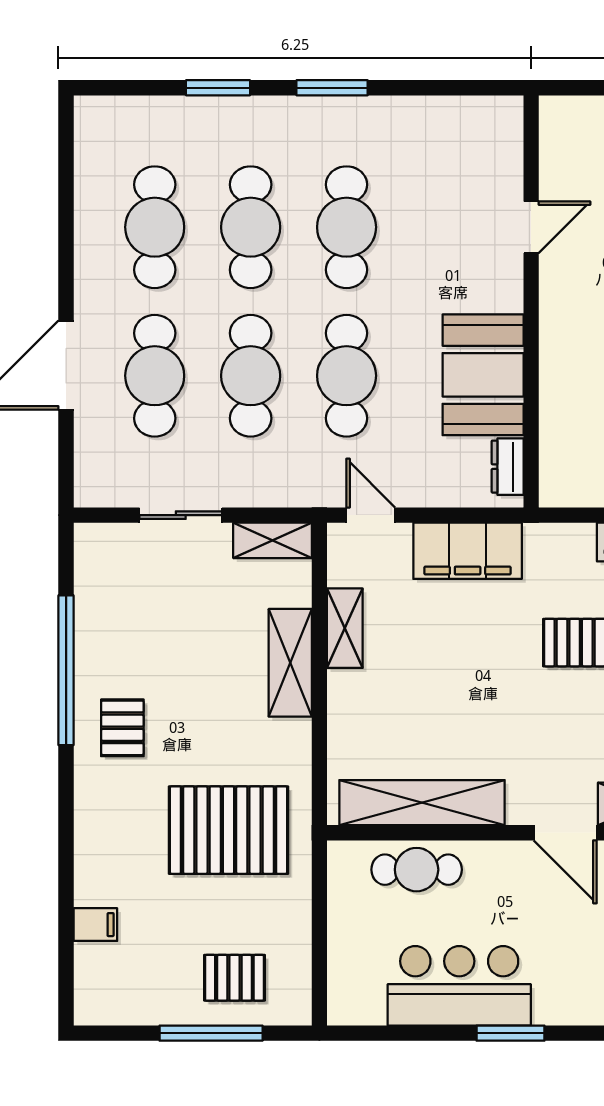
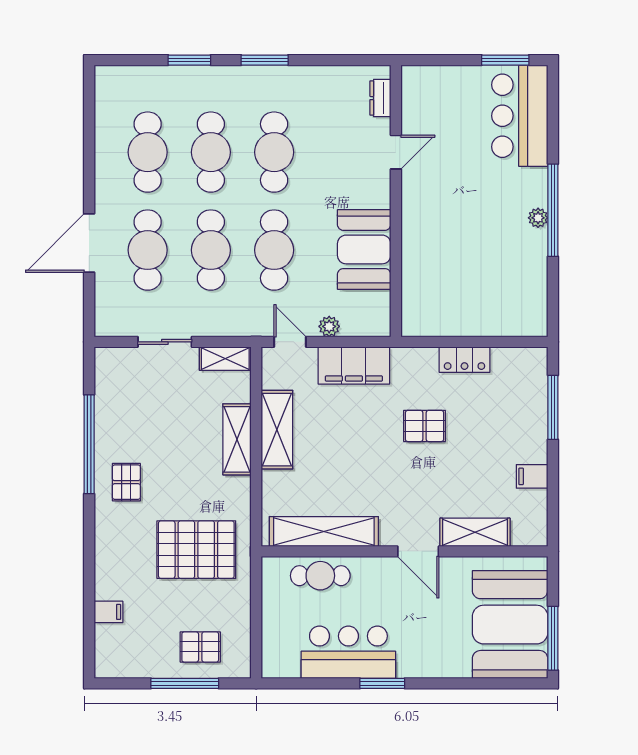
dresser: (508, 467) -> (380, 98), moved
plant: (430, 492) -> (329, 326), added
shelving: (345, 628) -> (277, 430), width x1.50, depth x1.33

